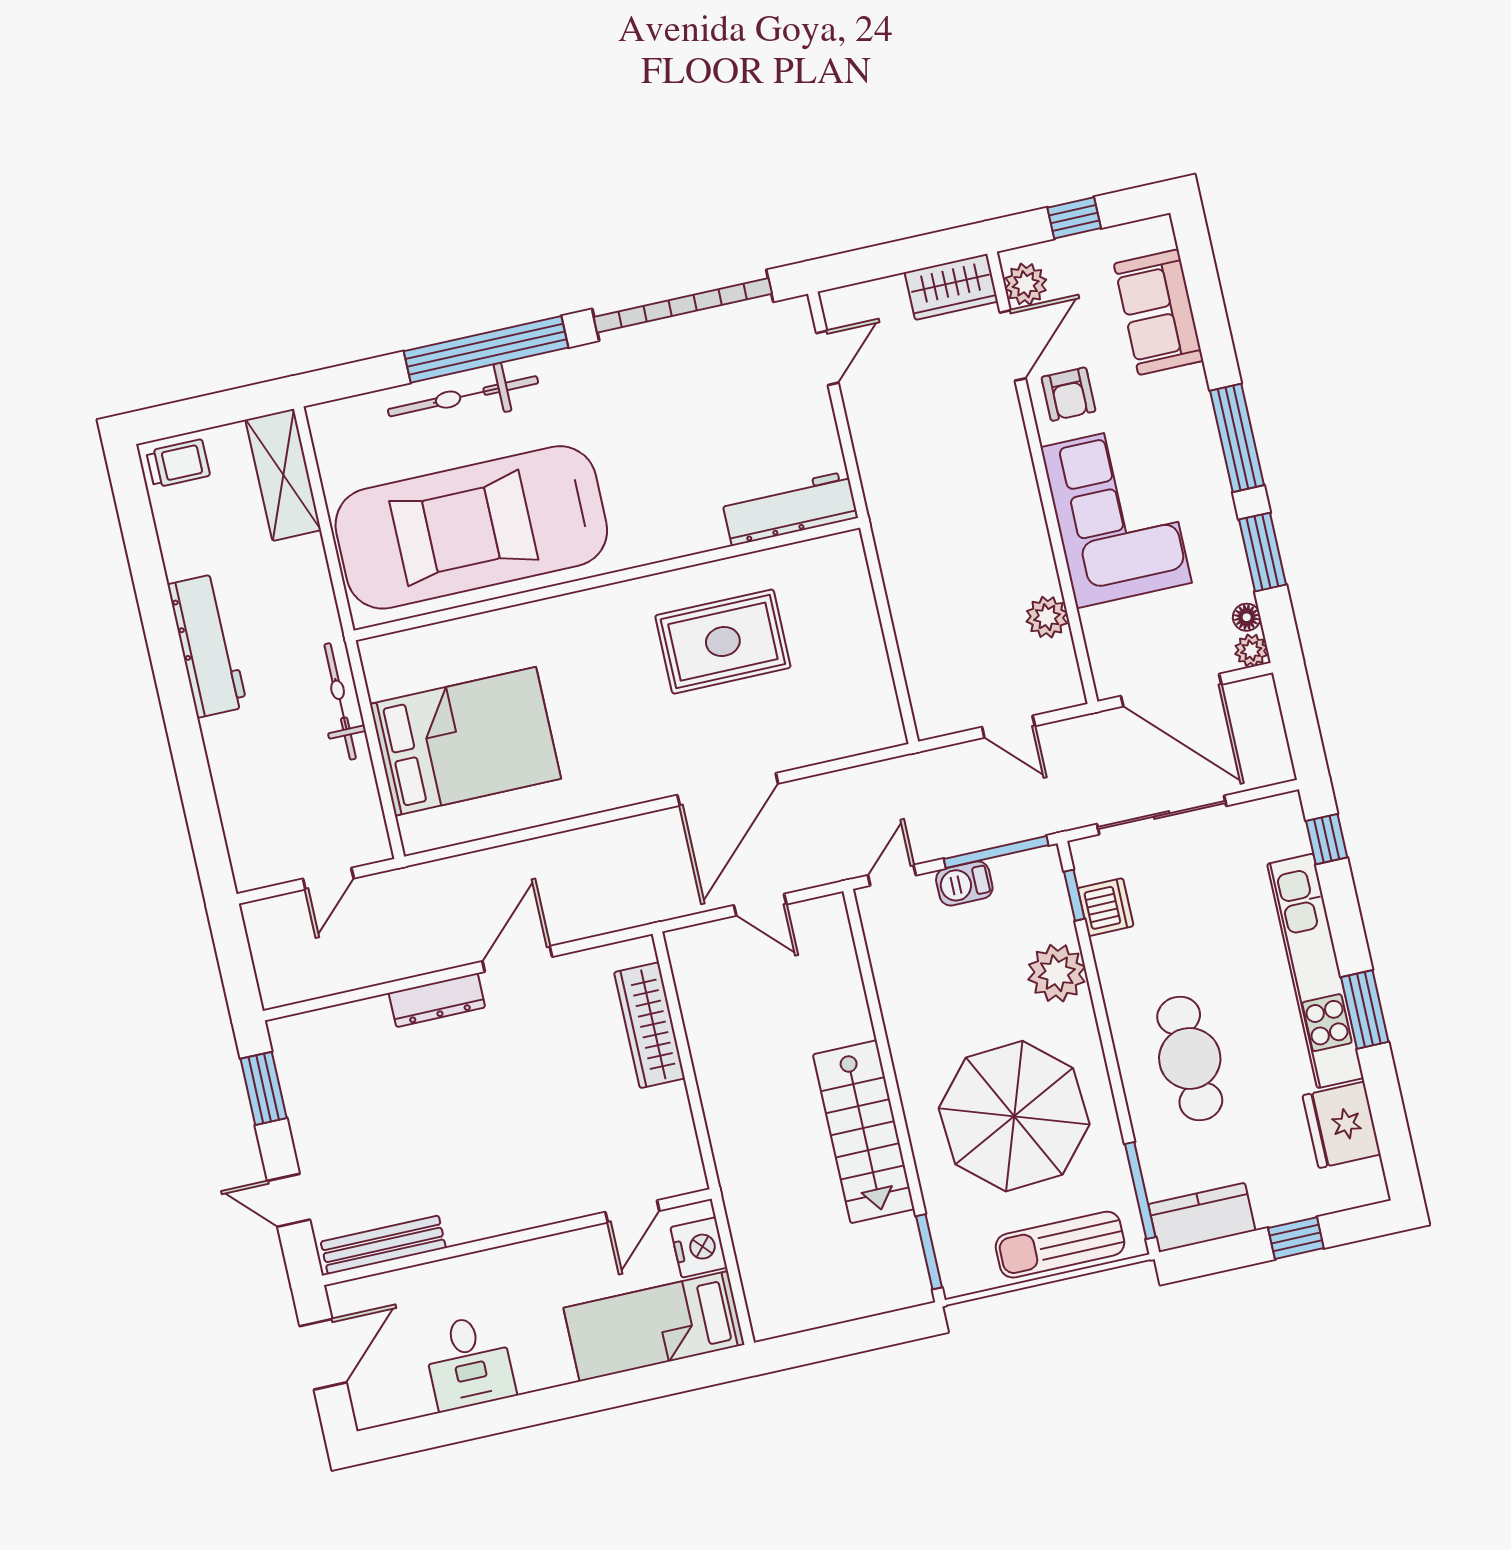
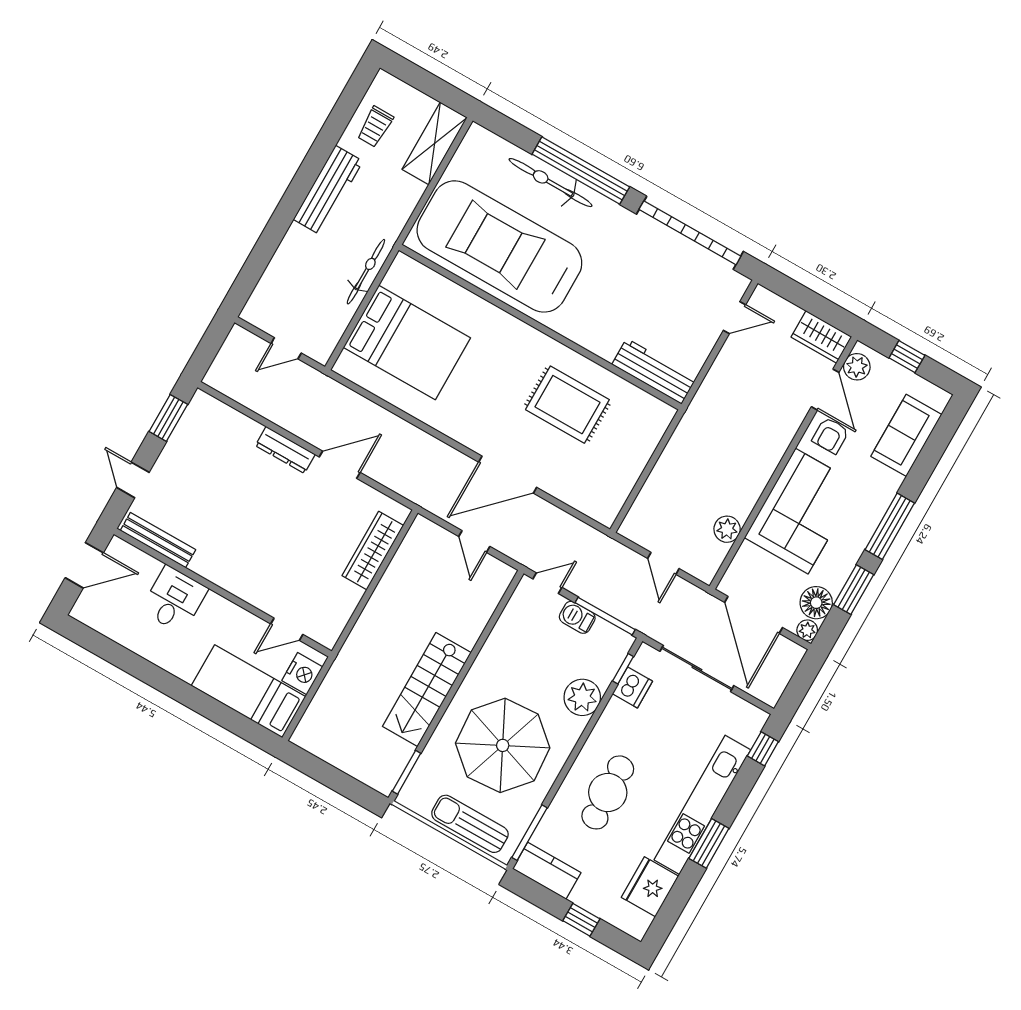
door: (1013, 345) -> (825, 390), hinge flipped
trolley: (178, 463) -> (375, 127), moved, turned 90
floor lamp: (1247, 617) -> (816, 603), width x1.89, depth x1.89
desk: (469, 1362) -> (174, 599), moved, turned 180

